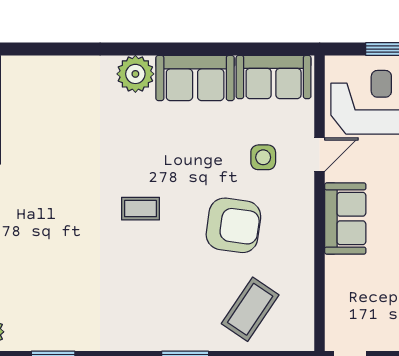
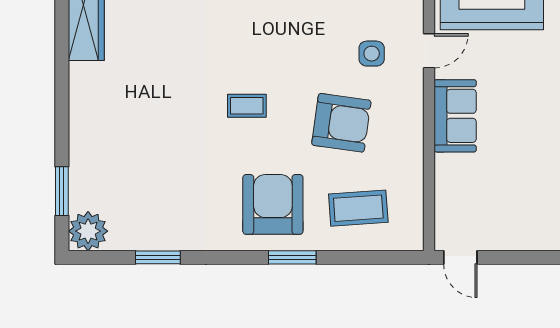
armchair: (166, 306) -> (273, 204), added
coffee table: (250, 309) -> (358, 208), turned 52

